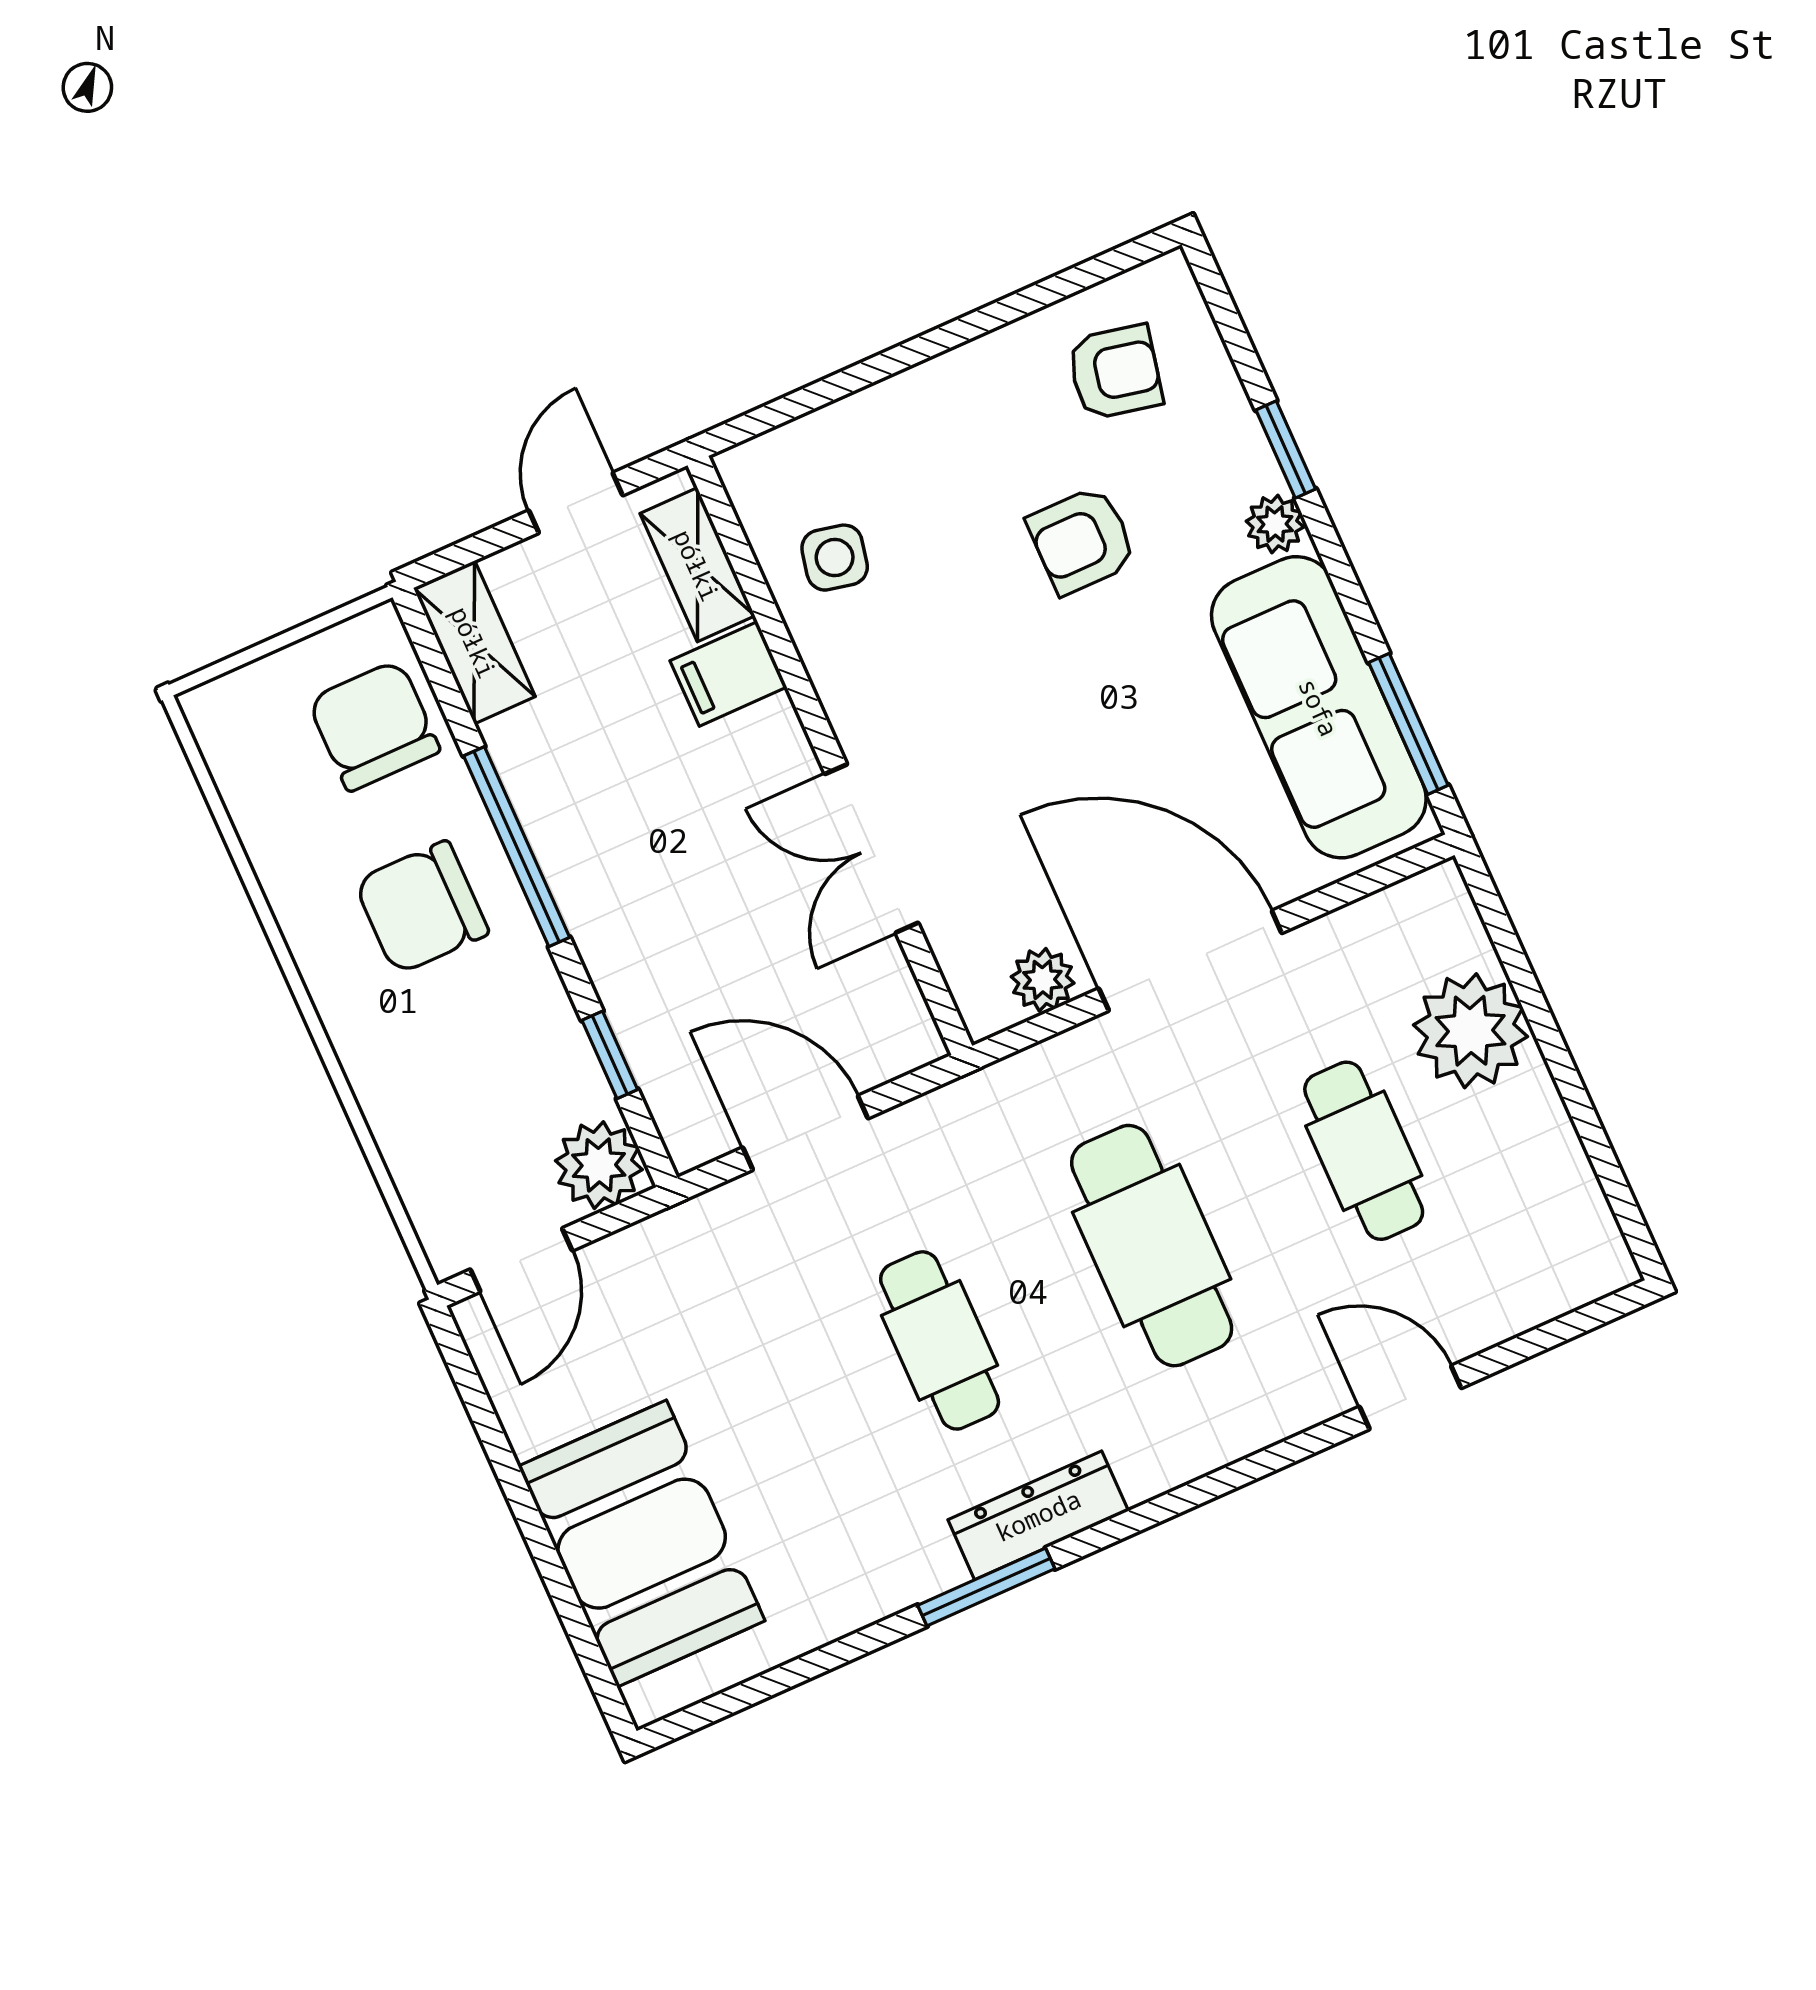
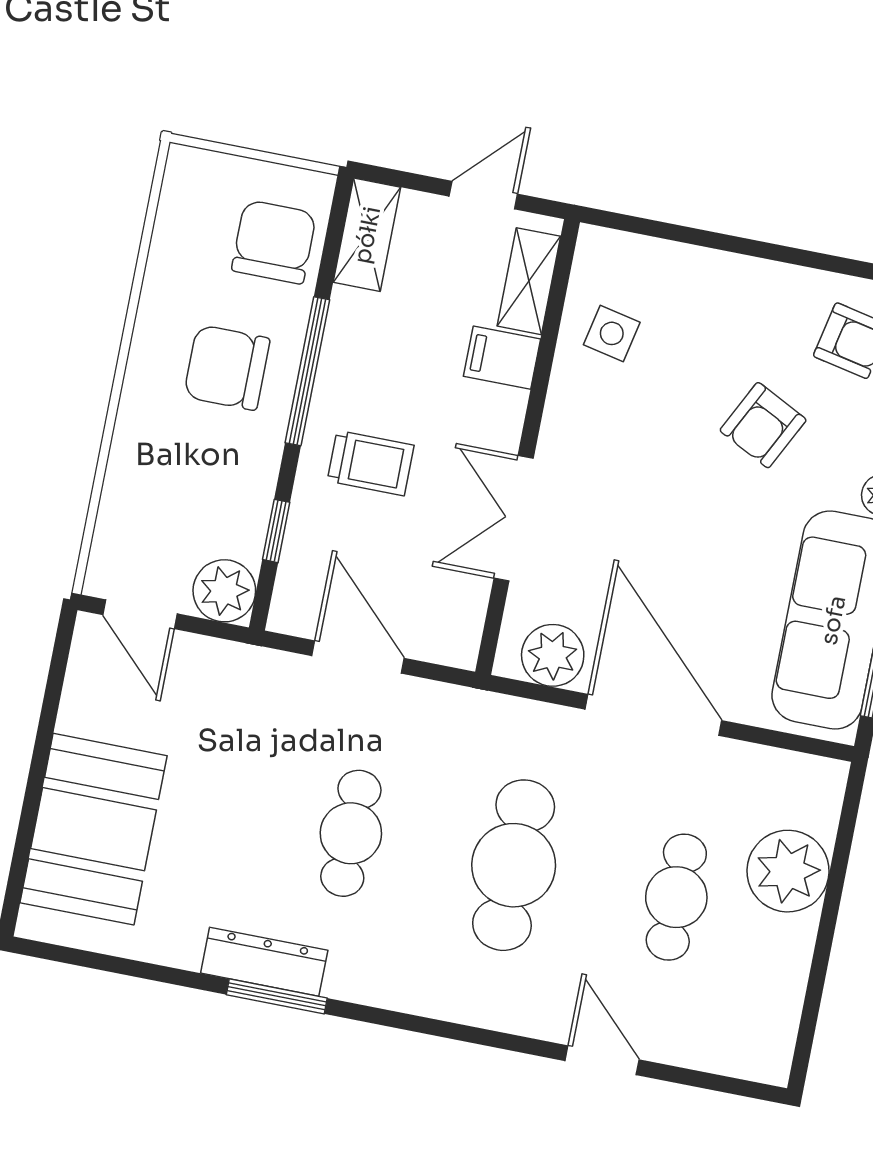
armchair: (1082, 540) -> (763, 425), turned -63
trolley: (663, 901) -> (371, 463), added
plant: (1043, 980) -> (553, 655), width x1.38, depth x1.38
door: (521, 1260) -> (140, 614), hinge flipped
dresser: (1038, 1515) -> (264, 962), moved

